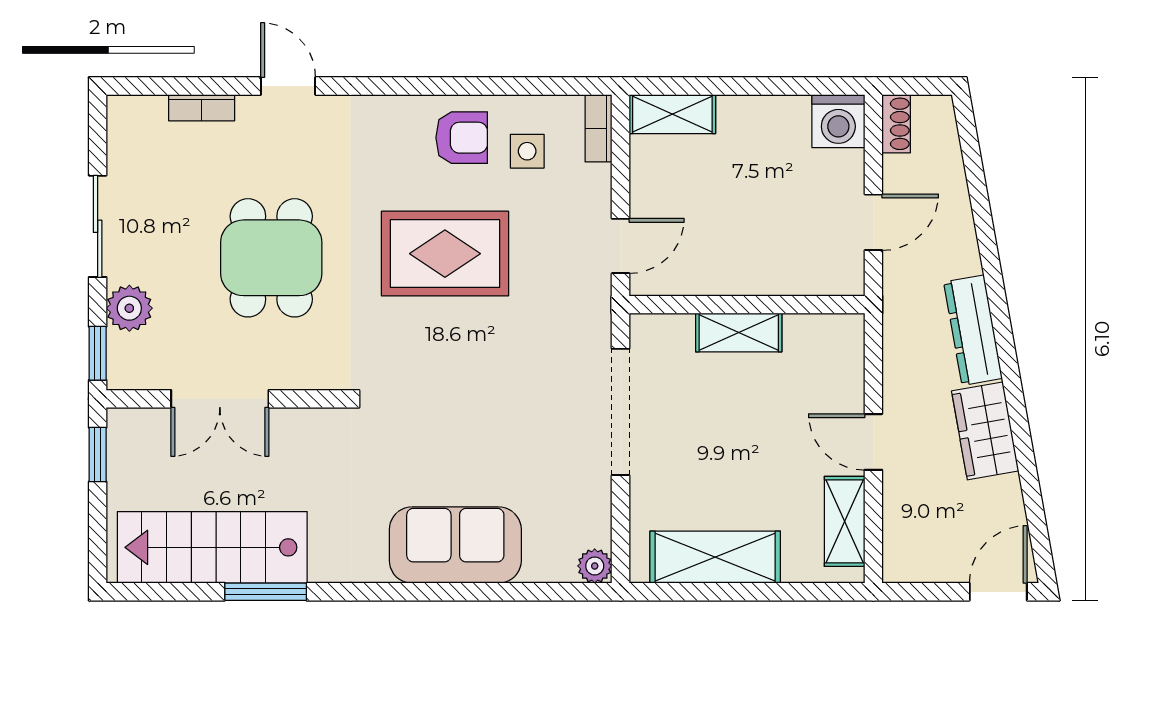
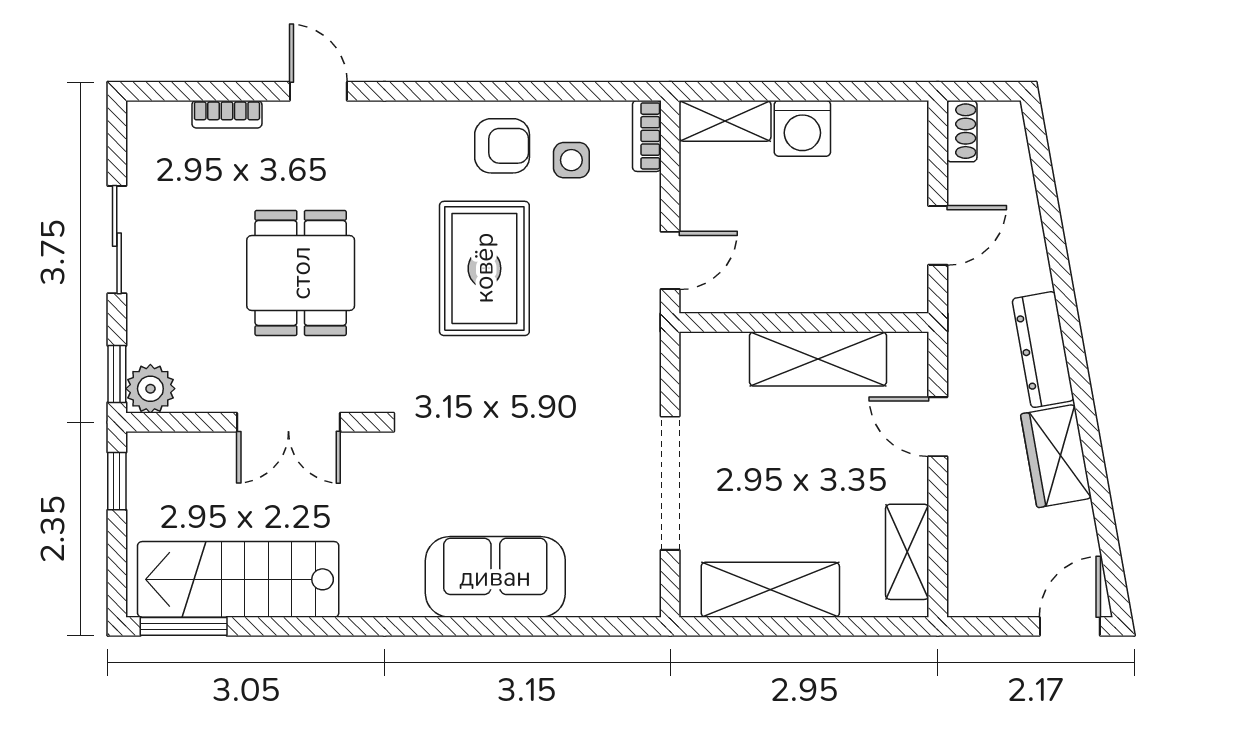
washing machine: (838, 121) -> (802, 128), moved
rug: (445, 254) -> (484, 268), turned 90
plant: (129, 308) -> (150, 389), moved
shelving: (739, 333) -> (818, 359), width x1.50, depth x1.33
double door: (220, 399) -> (288, 422), moved
doorway: (621, 412) -> (670, 483), moved
door: (873, 442) -> (938, 427), moved
plant: (595, 566) -> (643, 599), removed
window: (266, 592) -> (184, 626), moved

